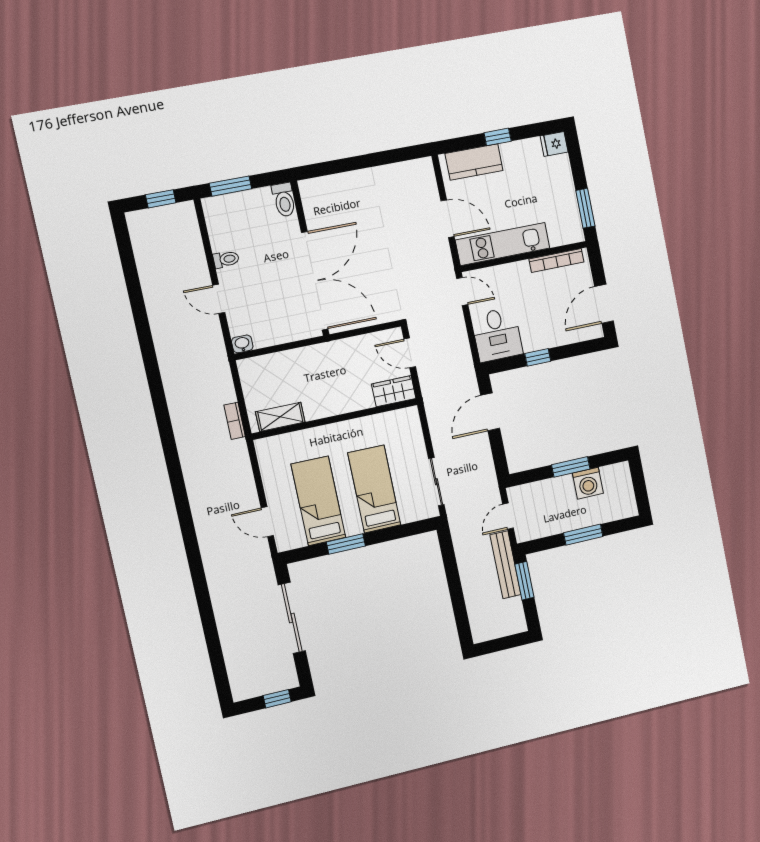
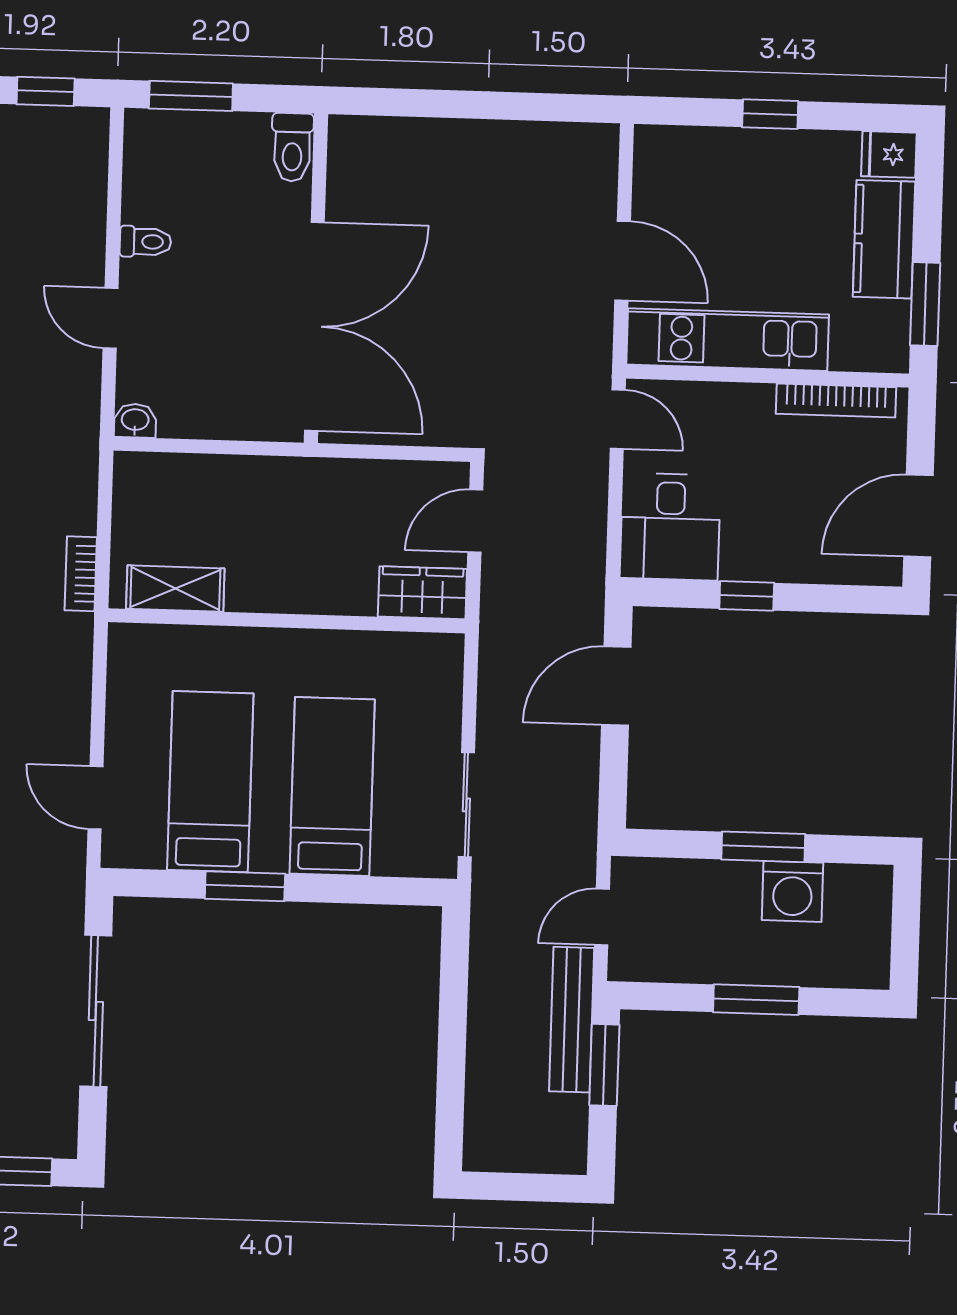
kitchen counter: (474, 162) -> (884, 239), moved, turned 90
door: (410, 353) -> (475, 521), hinge flipped

